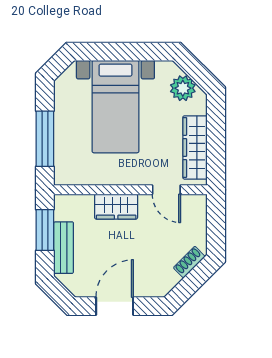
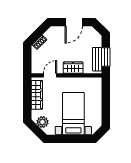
window: (45, 139) -> (106, 99), removed
door: (166, 190) -> (50, 75), hinge flipped
bench: (64, 248) -> (97, 59), moved

